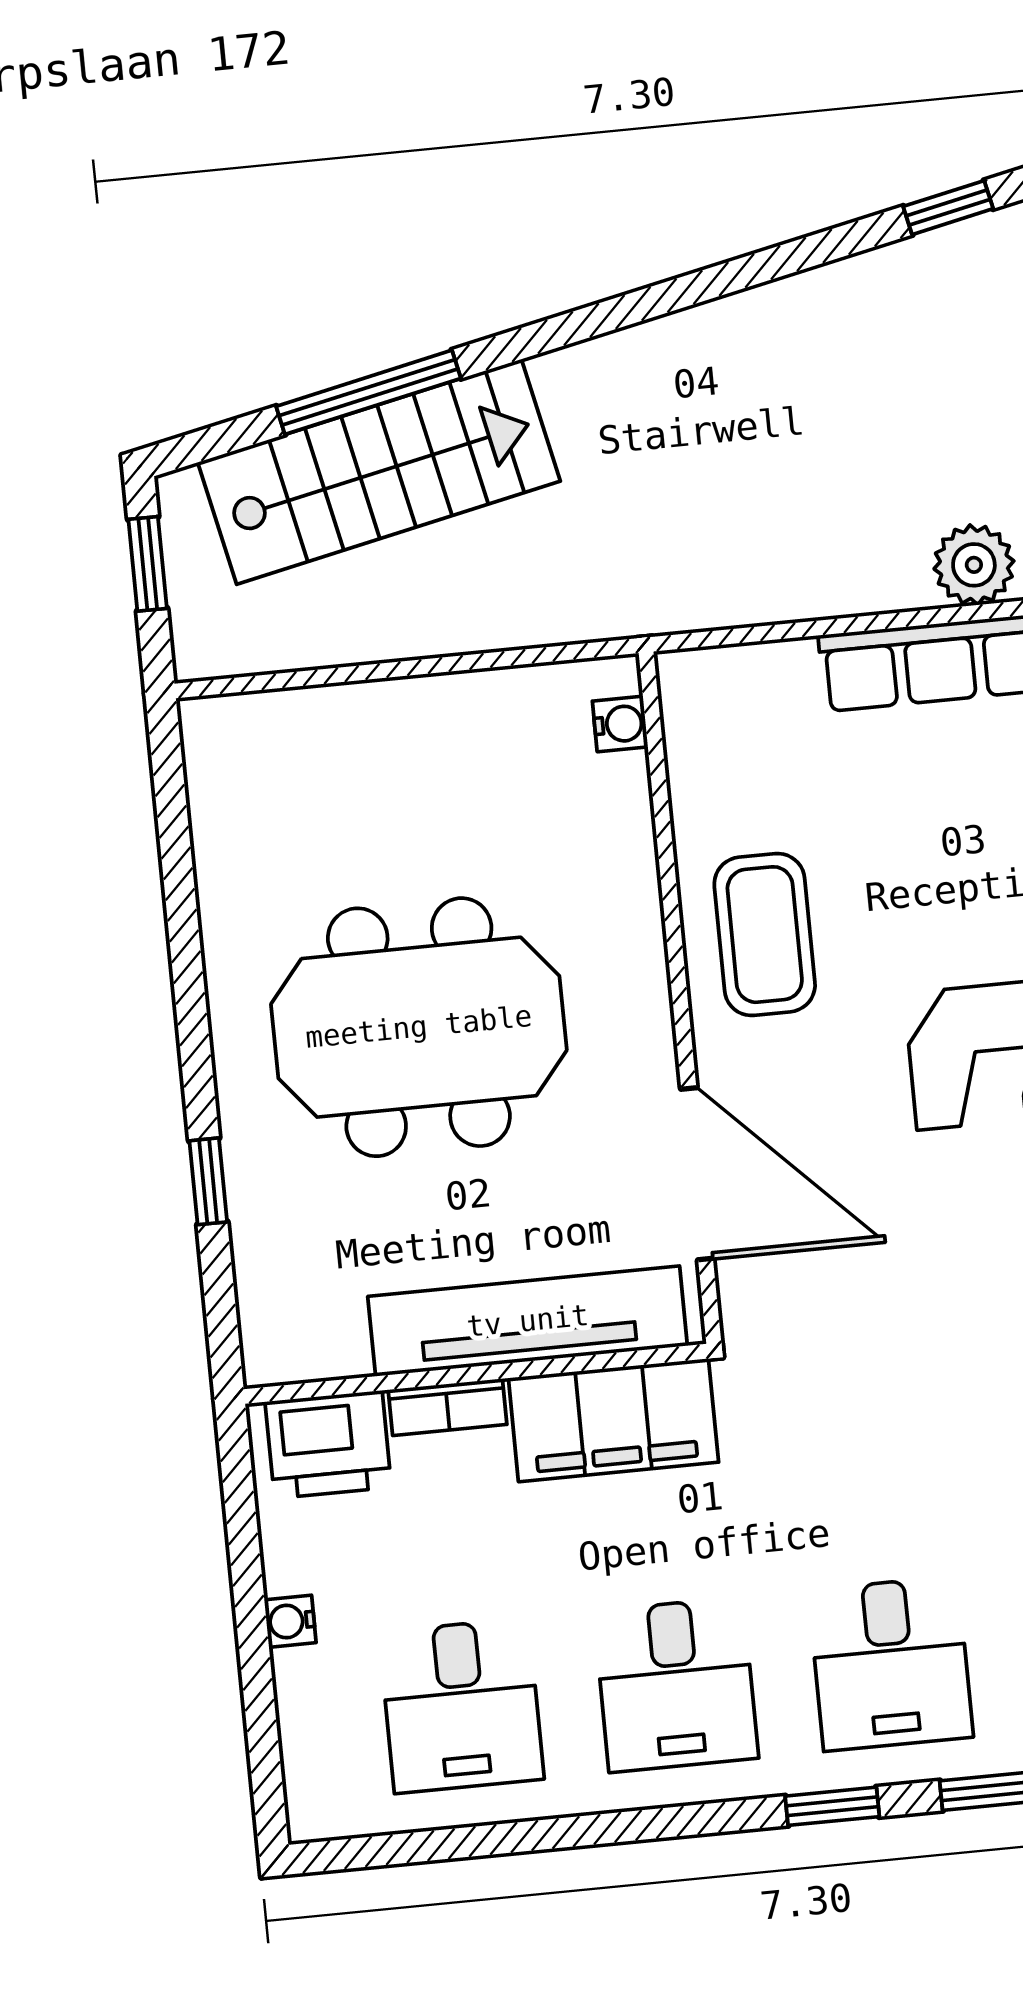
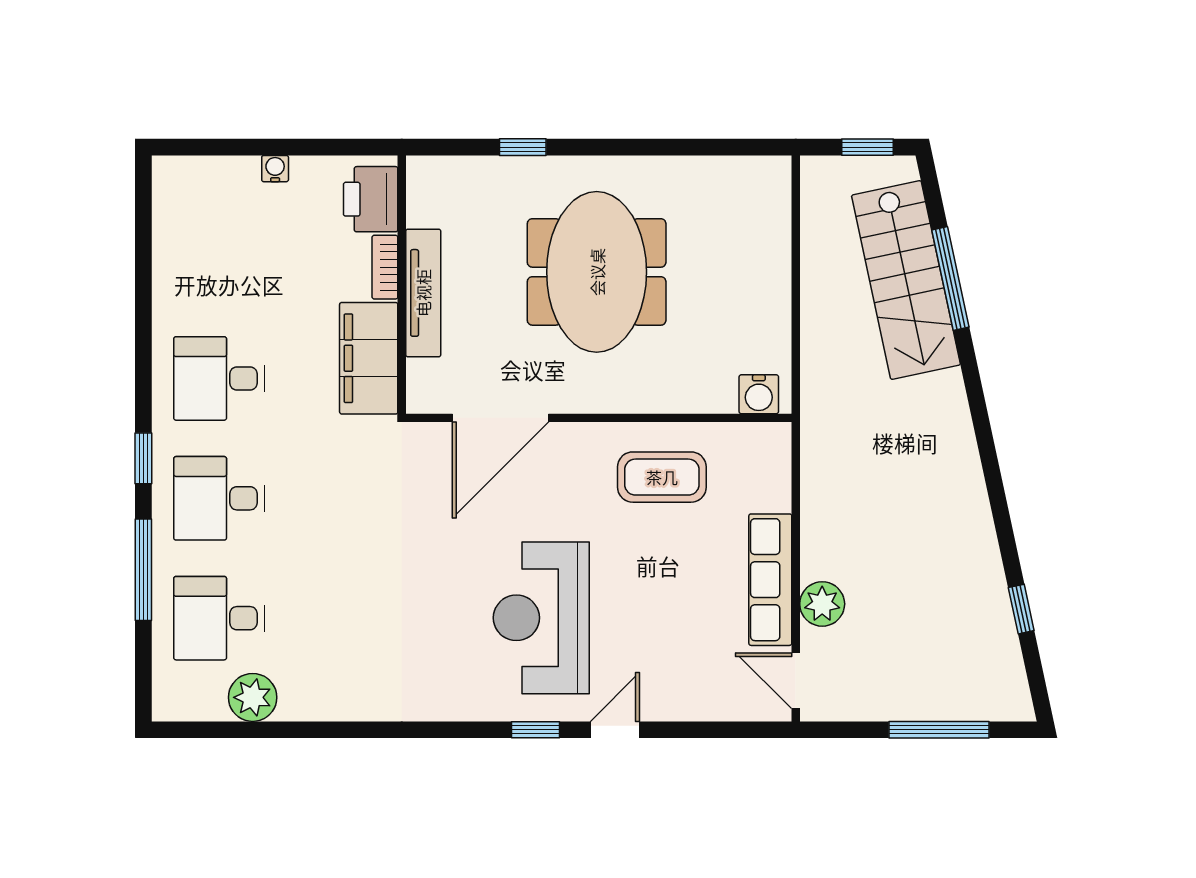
water cooler: (620, 724) -> (759, 394), width x1.38, depth x1.38
coffee table: (765, 935) -> (662, 477), moved
tv unit: (528, 1321) -> (423, 293), width x0.73, depth x0.78
desk: (461, 1706) -> (219, 259), removed

